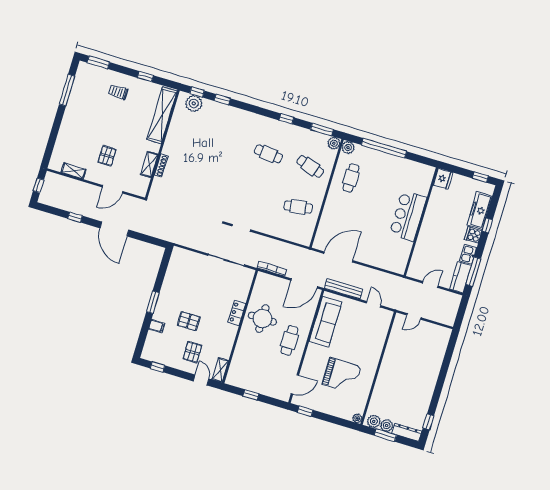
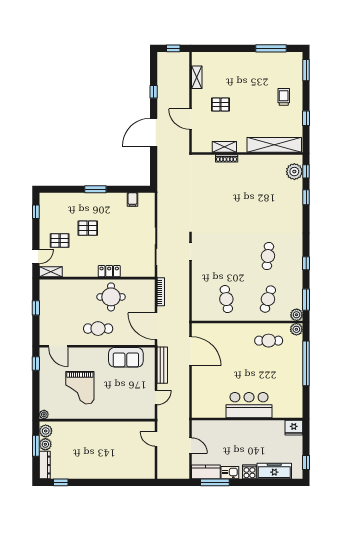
window: (487, 225) -> (262, 482), removed
pallet: (189, 321) -> (88, 228), turned 90
sofa: (325, 322) -> (126, 357), width x0.73
filing cabinet: (157, 326) -> (132, 199), moved

